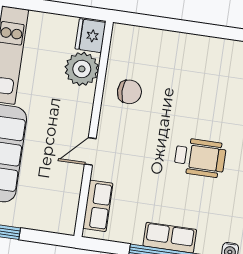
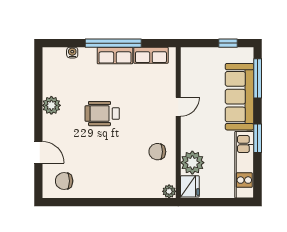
plant: (121, 33) -> (169, 191), added
row of seats: (98, 206) -> (151, 55), moved, turned -90

